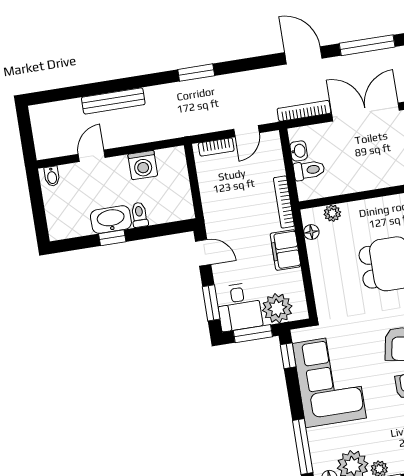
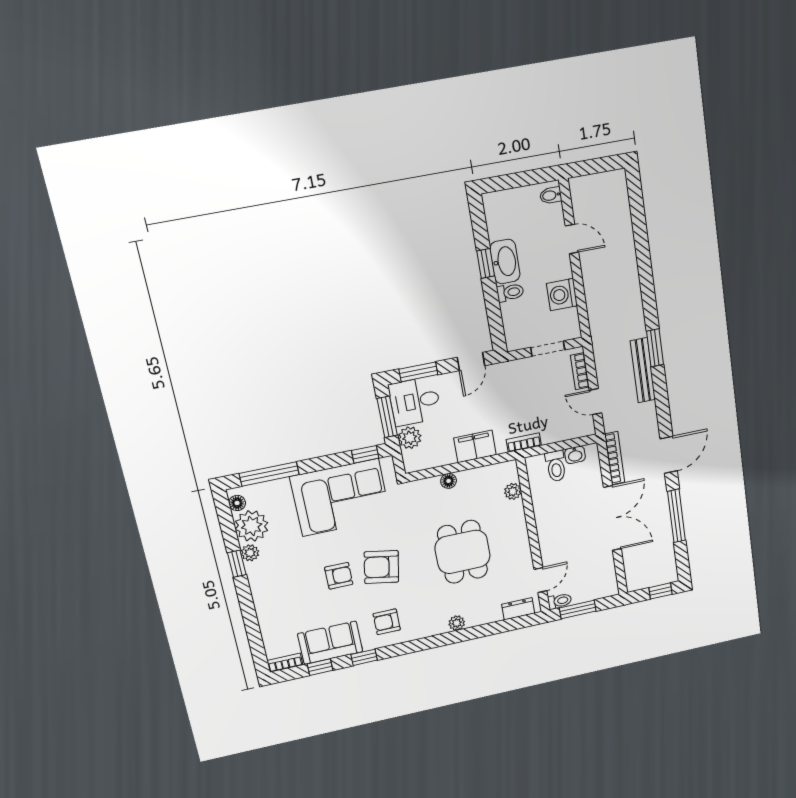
bench: (113, 101) -> (643, 370), moved
doorway: (193, 179) -> (548, 349), added
bookcase: (284, 202) -> (524, 443), width x0.64
floor lamp: (311, 232) -> (449, 481), moved
plant: (277, 308) -> (410, 438), width x0.73, depth x0.73

